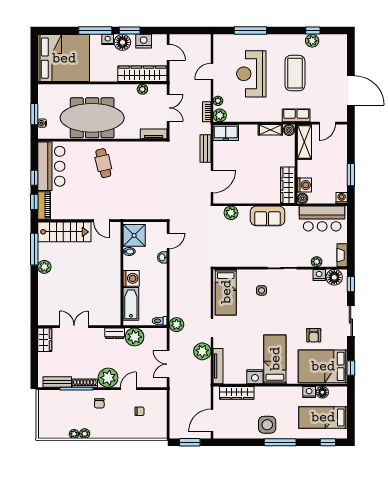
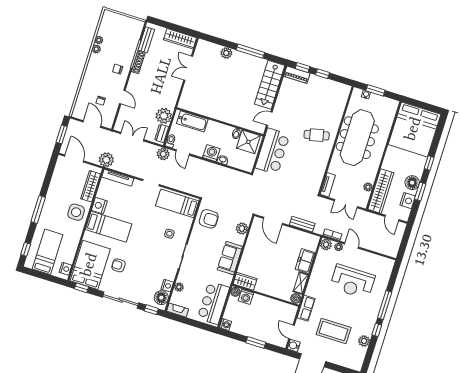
window: (95, 31) -> (429, 163), width x0.46
window: (250, 31) -> (385, 305), moved
window: (313, 31) -> (377, 330), moved
nightstand: (108, 39) -> (418, 171), removed
door: (168, 52) -> (392, 218), hinge flipped
door: (212, 71) -> (352, 245), moved
coffee table: (295, 73) -> (334, 331), moved
reception desk: (251, 74) -> (352, 282), turned 180
water cooler: (341, 116) -> (294, 346), added
freezer: (226, 133) -> (305, 261), moved
shelving: (304, 142) -> (282, 308), removed
bar counter: (51, 166) -> (272, 151), moved, turned -90
window: (351, 175) -> (256, 342), moved
wardrobe: (288, 185) -> (245, 281), width x0.67
door: (168, 241) -> (183, 152), moved
window: (34, 249) -> (250, 51), moved
armchair: (232, 252) -> (209, 219), added
plant: (44, 267) -> (226, 53), moved
washing machine: (131, 278) -> (211, 153), moved, turned 180
sliding door: (351, 321) -> (121, 300), width x1.37
double door: (74, 327) -> (188, 68), swing flipped
dresser: (115, 333) -> (162, 133), moved
wardrobe: (45, 340) -> (180, 39), width x1.50
plant: (202, 351) -> (106, 160), moved
plant: (108, 378) -> (137, 83), removed
nightstand: (309, 392) -> (65, 269), moved
floor lamp: (322, 392) -> (69, 258), removed
door: (168, 413) -> (92, 124), added
side table: (267, 425) -> (76, 212), moved

